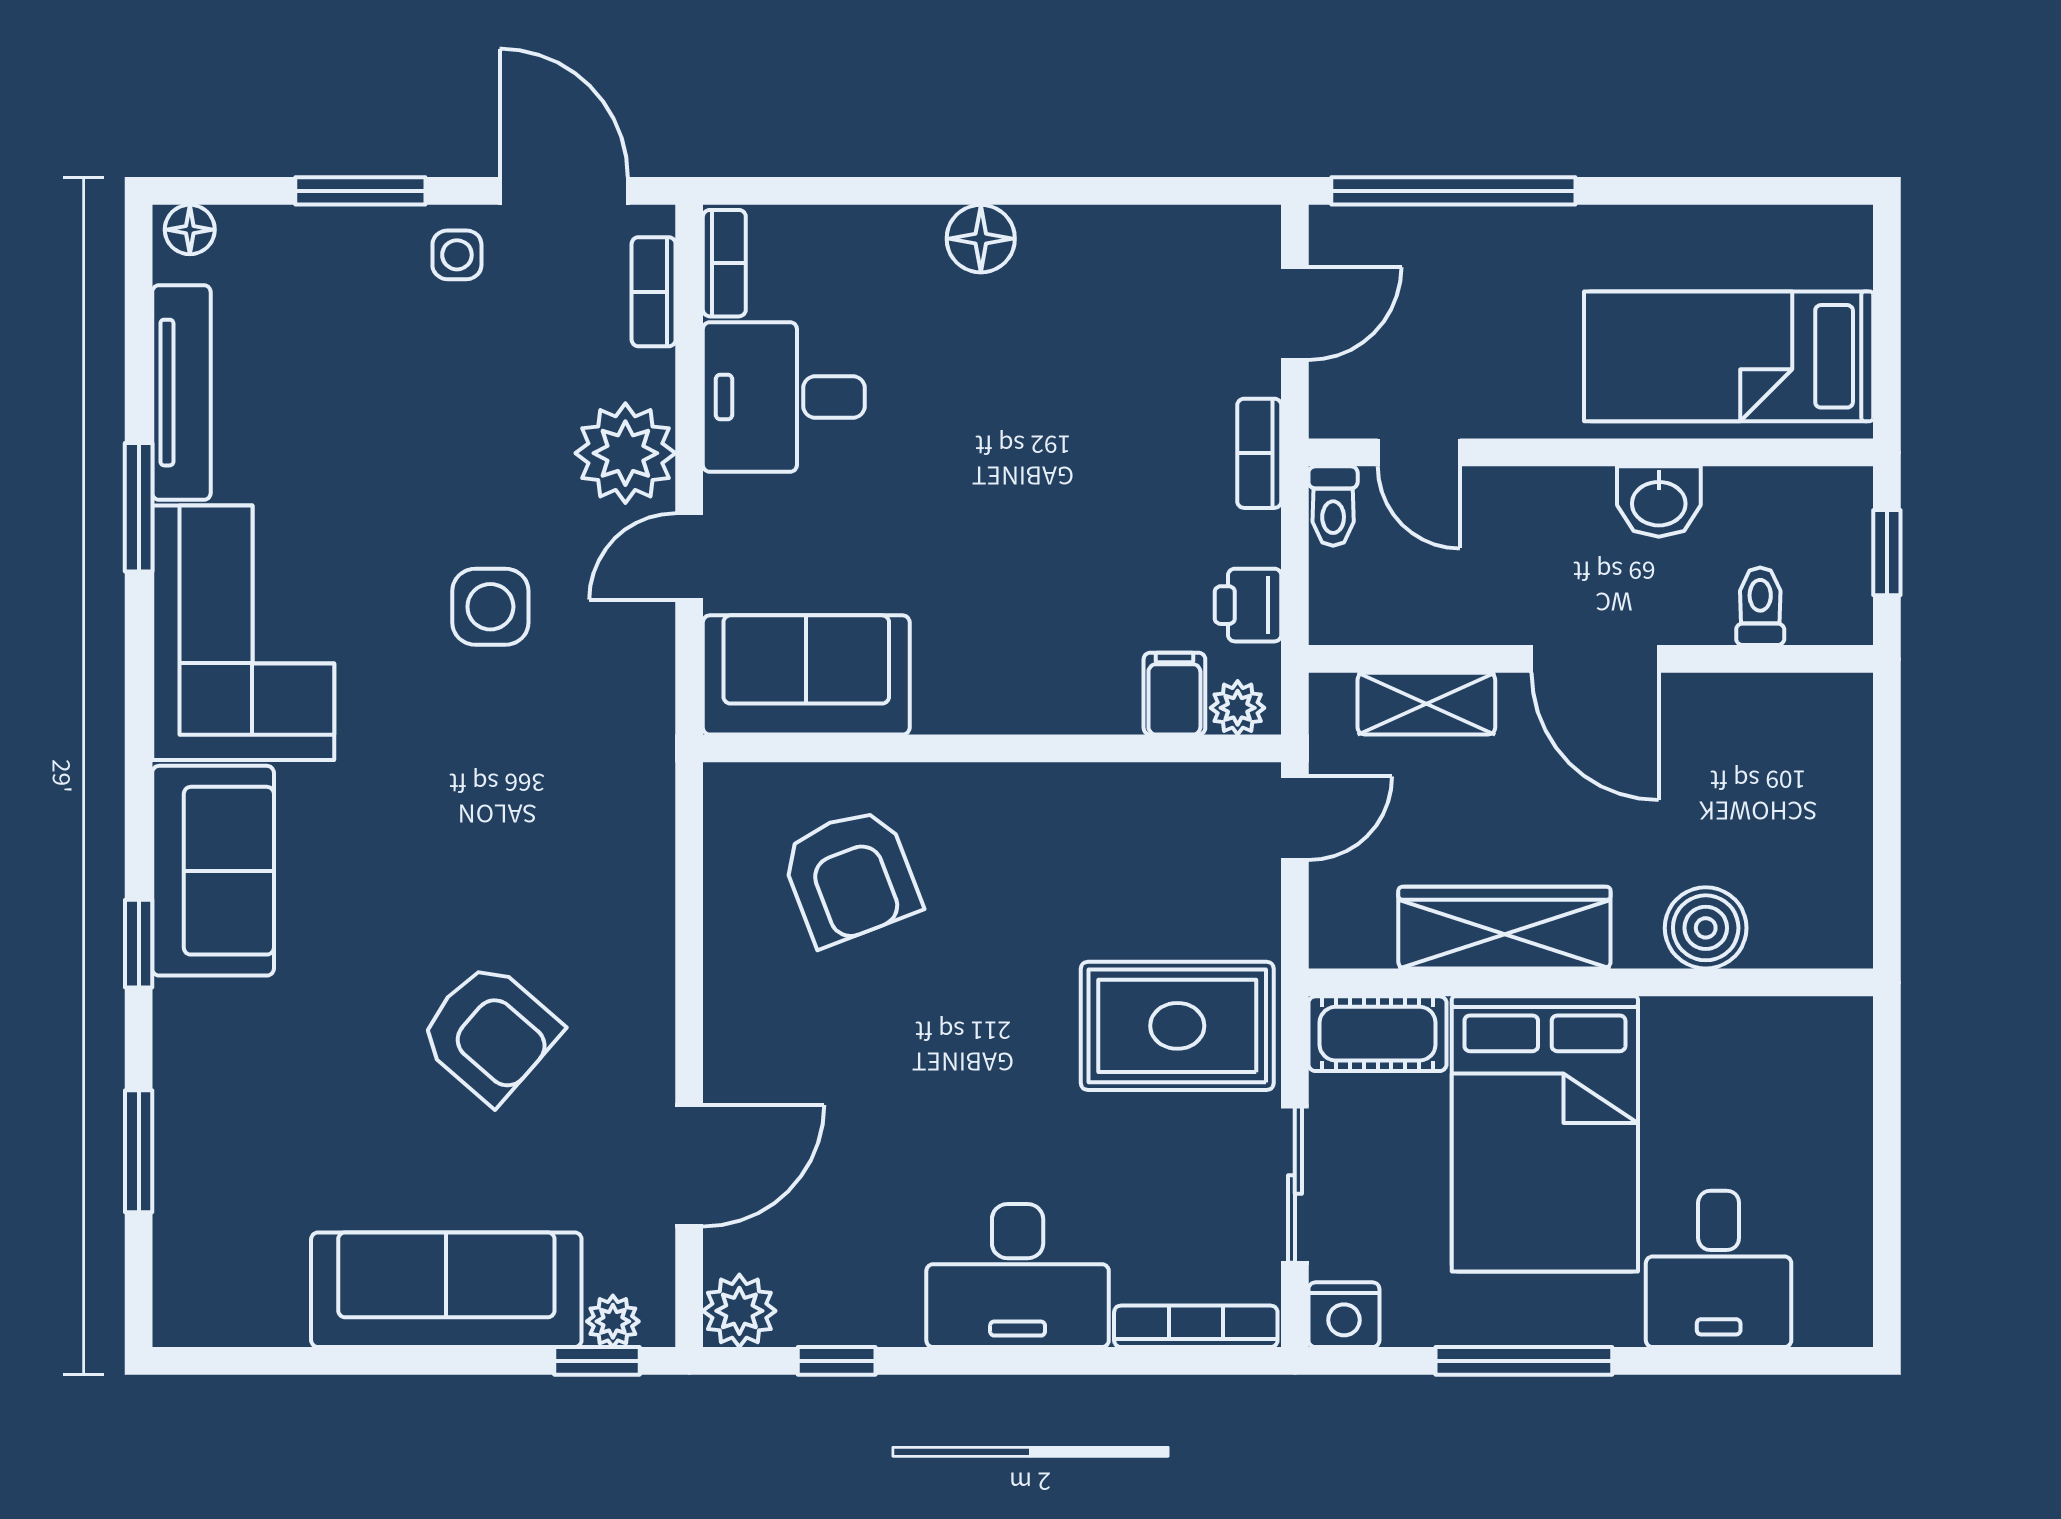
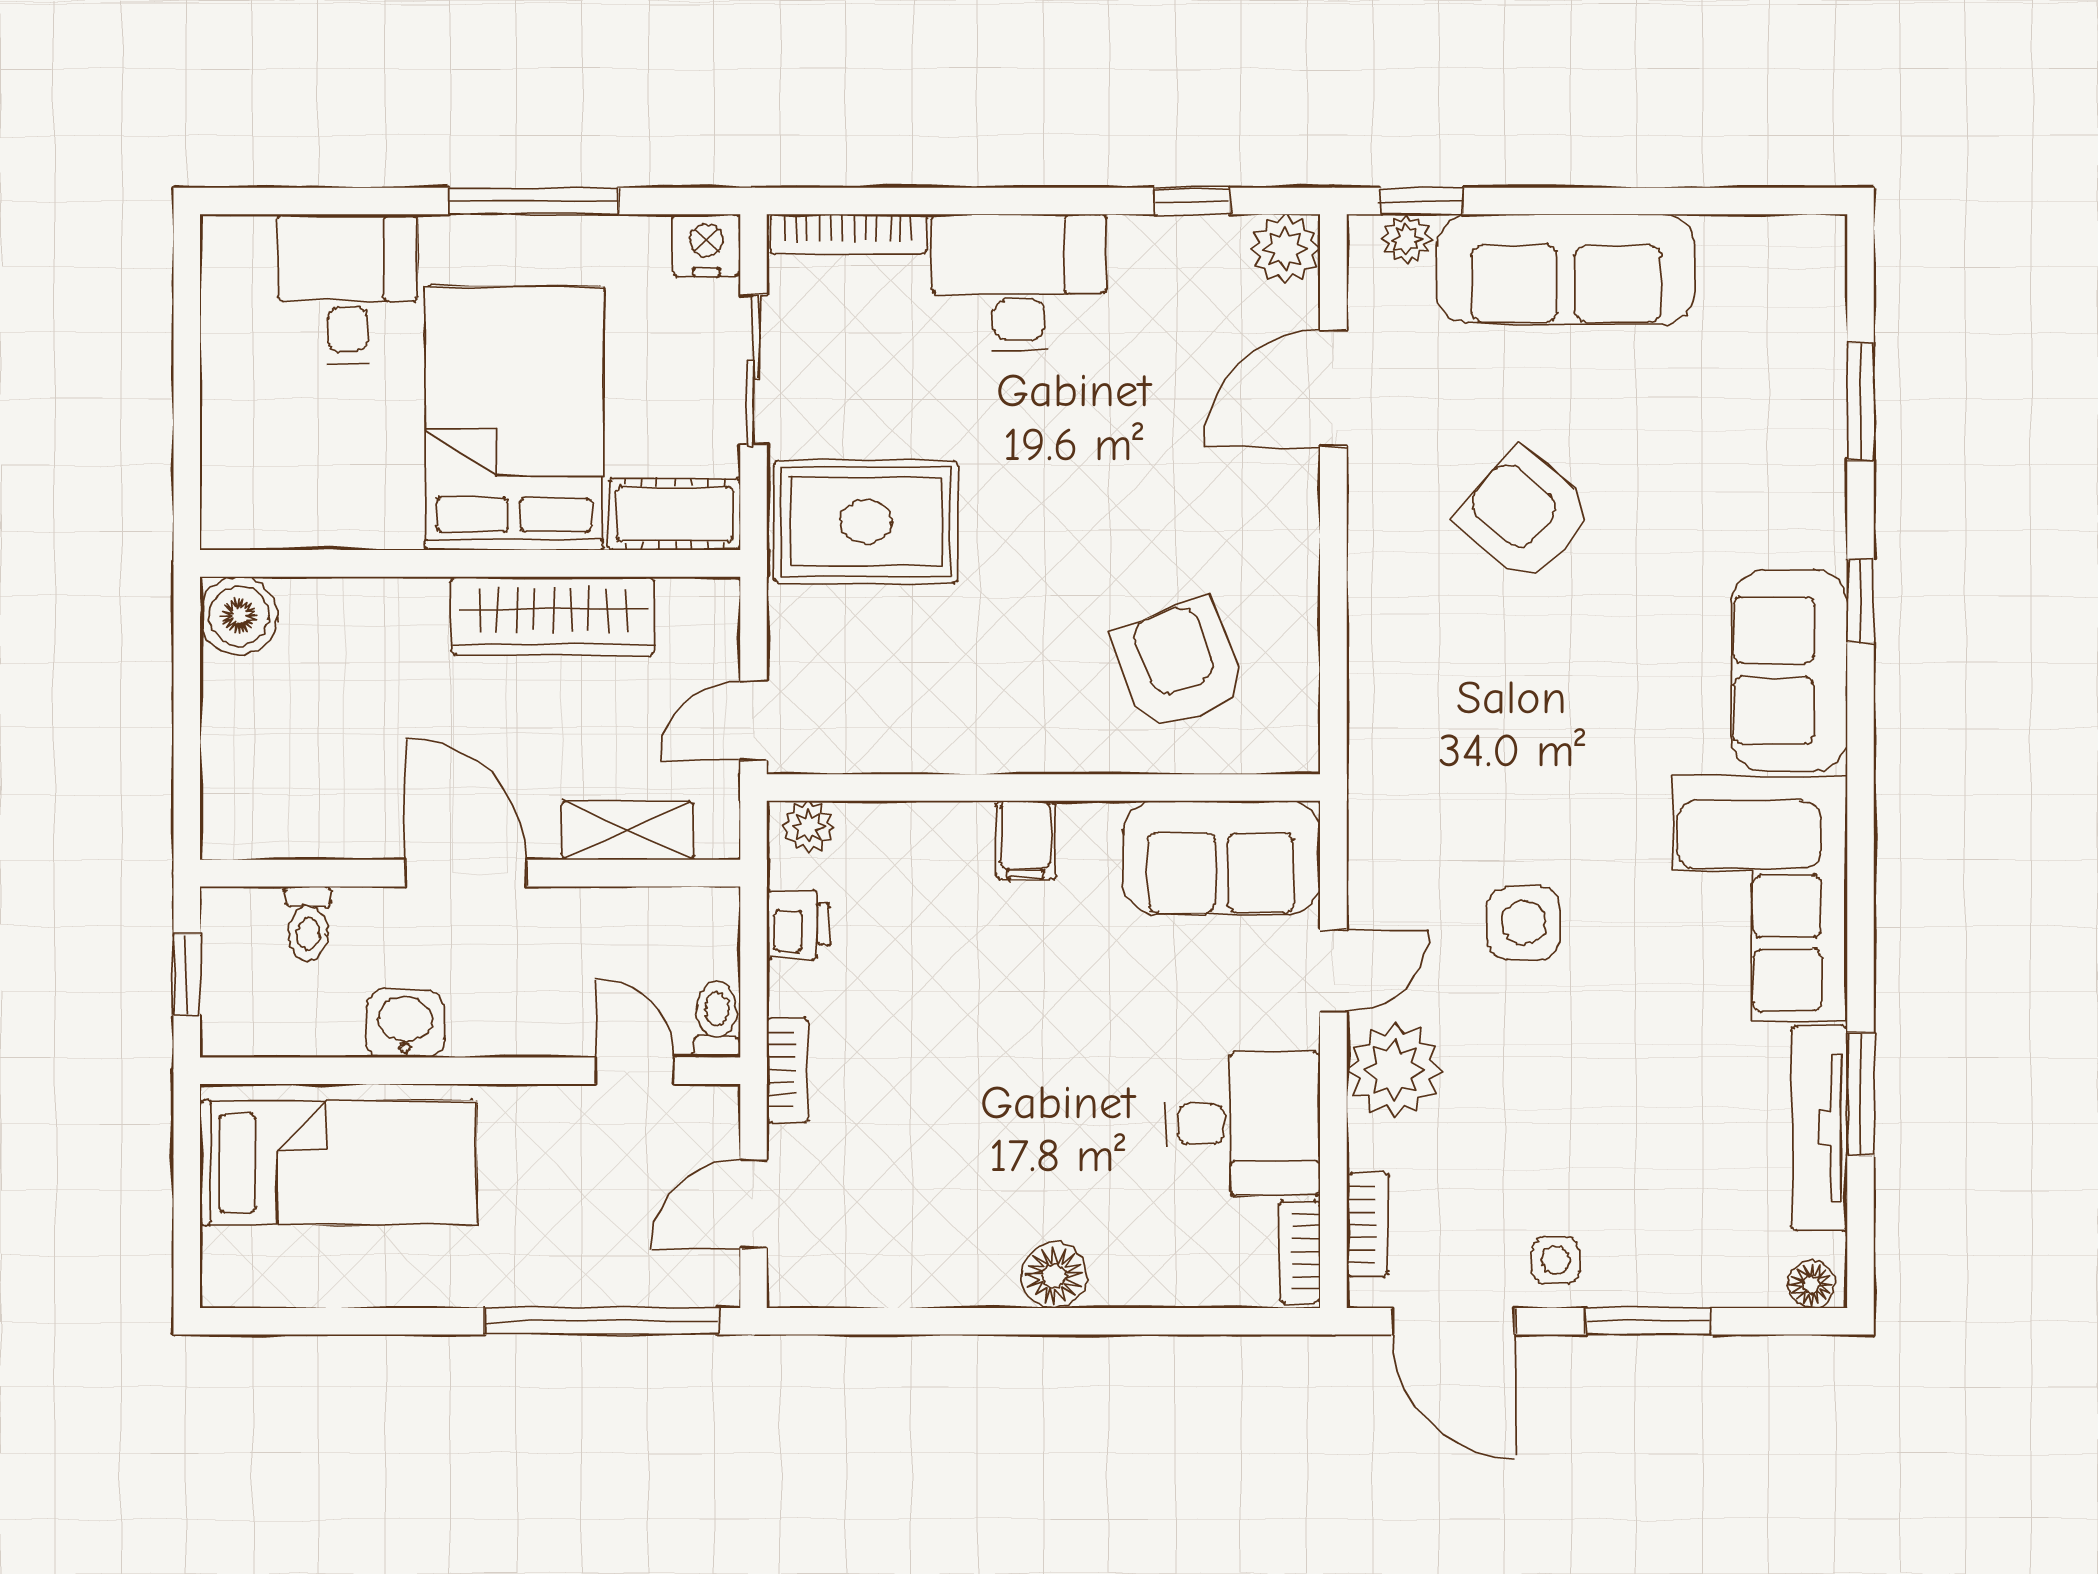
window: (139, 507) -> (1860, 1094), moved
filing cabinet: (1174, 694) -> (1026, 840), moved
boiler: (1706, 928) -> (239, 616), moved

